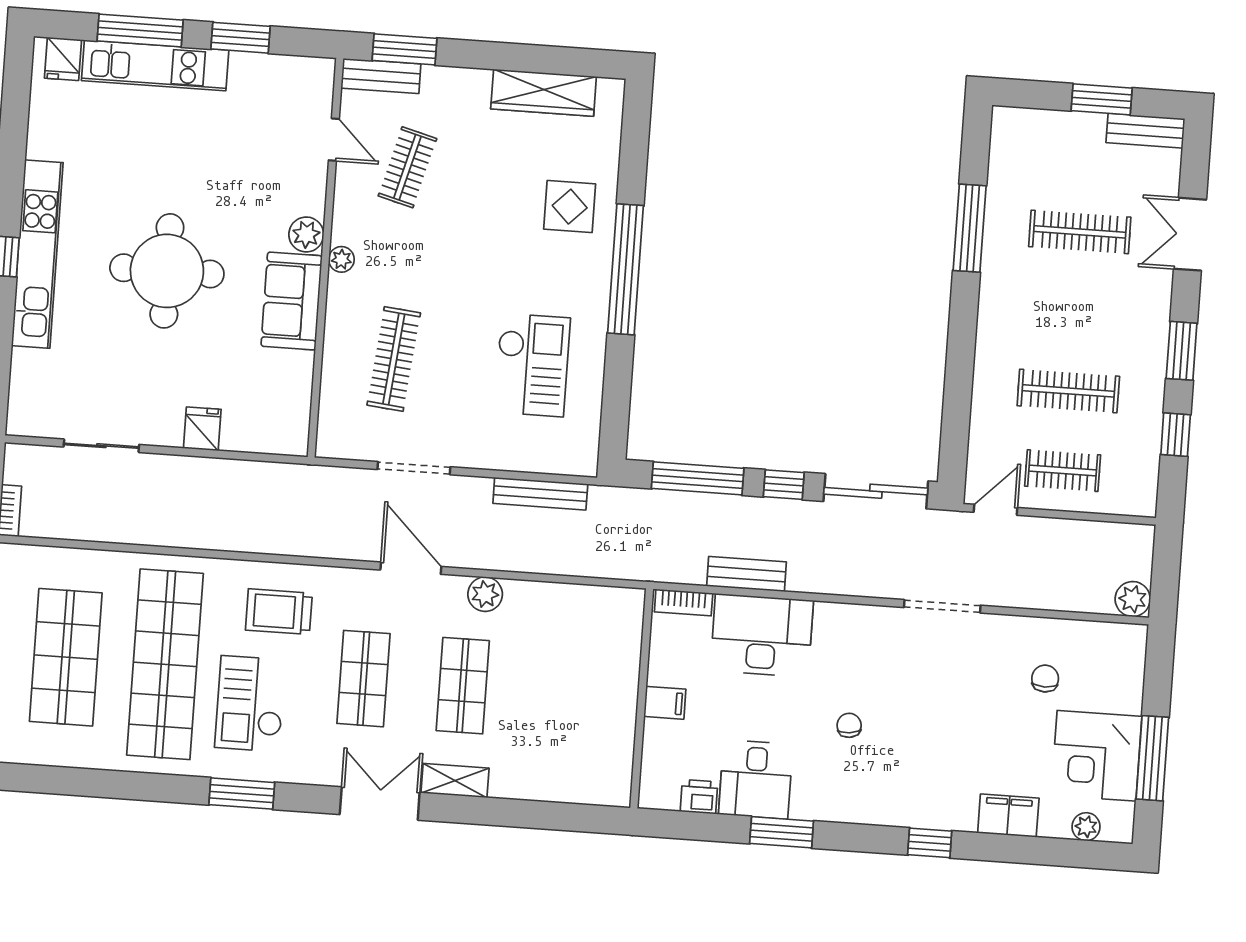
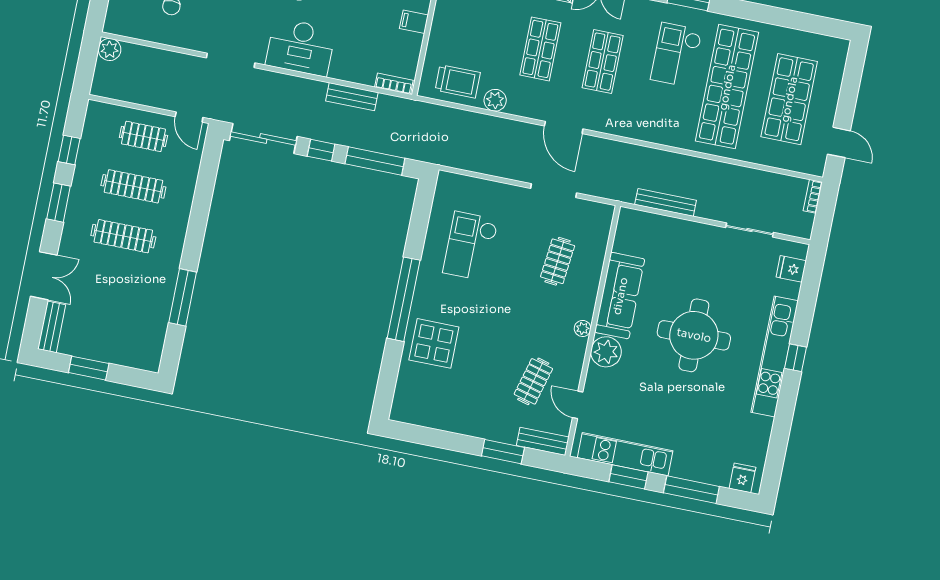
window: (405, 49) -> (503, 452), moved
kitchen unit: (155, 65) -> (625, 454), moved
wardrobe: (544, 93) -> (441, 418), removed
bench: (1145, 131) -> (52, 327), moved, turned 90
display table: (570, 207) -> (434, 343), width x1.36, depth x1.36
clothes rail: (1080, 232) -> (123, 236), moved
plant: (306, 234) -> (606, 352), width x1.36, depth x1.36
sofa: (292, 301) -> (620, 296), width x1.36
clothes rail: (394, 359) -> (558, 261), width x0.73
fridge: (202, 429) -> (791, 269), moved, turned 90
bench: (540, 494) -> (666, 202), moved
door: (996, 510) -> (189, 117), hinge flipped
plant: (485, 594) -> (495, 100), moved
trolley: (279, 612) -> (458, 81), moved
desk: (762, 635) -> (301, 47), moved
checkout: (250, 704) -> (676, 55), turned 180

